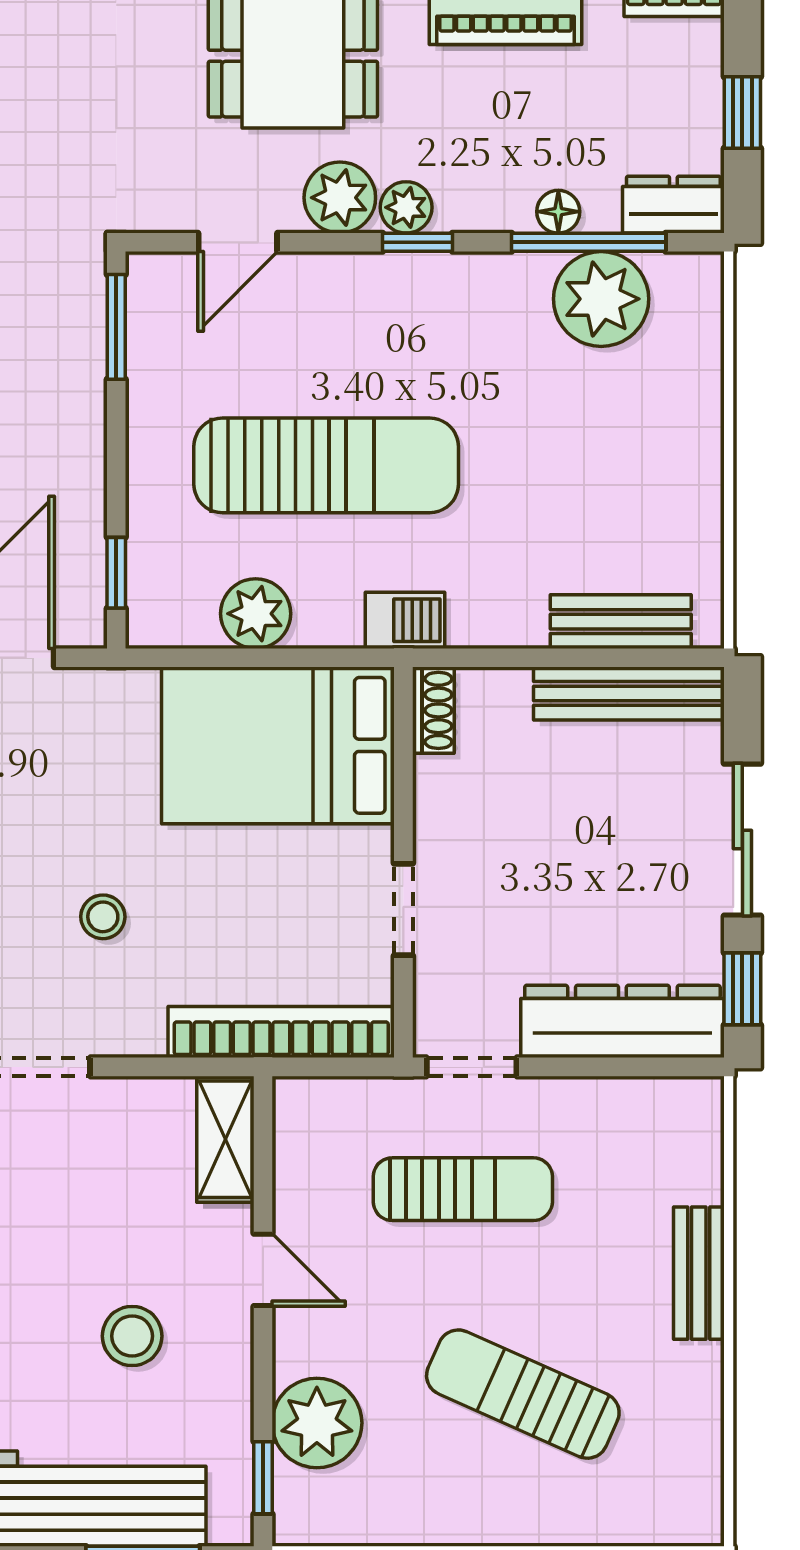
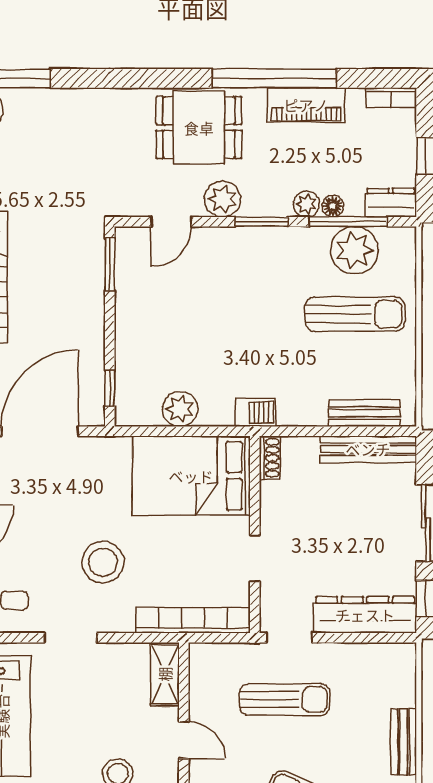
plant: (406, 207) -> (306, 204), moved
window: (417, 242) -> (262, 222), width x1.50
sun lounger: (326, 465) -> (355, 314), moved, width x0.73, depth x0.75
stool: (103, 917) -> (103, 562), width x1.89, depth x1.89

